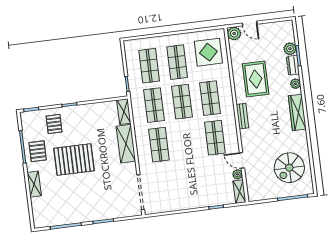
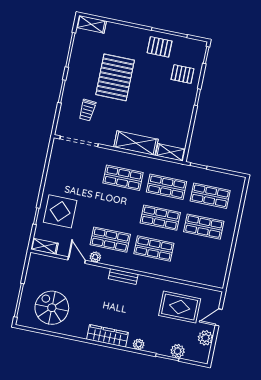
plant: (234, 34) -> (205, 338), moved
display table: (208, 52) -> (60, 211), moved
dresser: (293, 65) -> (159, 348), removed
rug: (256, 79) -> (180, 307), moved
pallet: (74, 160) -> (115, 77), moved
door: (242, 160) -> (77, 260), hinge flipped
plant: (238, 174) -> (95, 257), moved
shelving: (34, 184) -> (91, 24), moved
trolley: (112, 194) -> (87, 110), added

